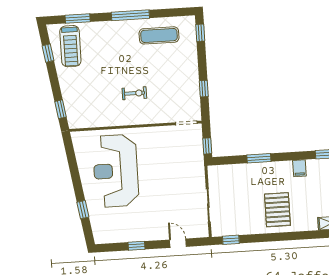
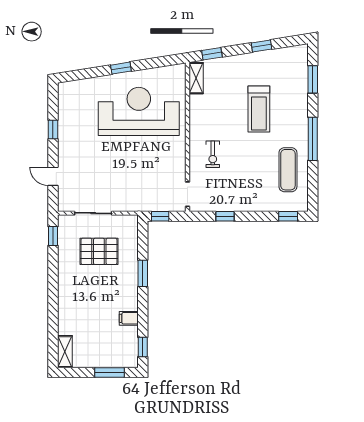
treadmill: (70, 46) -> (259, 109), moved, turned -90
window: (48, 53) -> (261, 46), moved
exercise bike: (134, 93) -> (213, 154), moved
shelving: (83, 122) -> (196, 78), added
window: (83, 210) -> (121, 68), moved
pallet: (277, 210) -> (99, 251), moved
door: (178, 243) -> (53, 176), swing flipped

